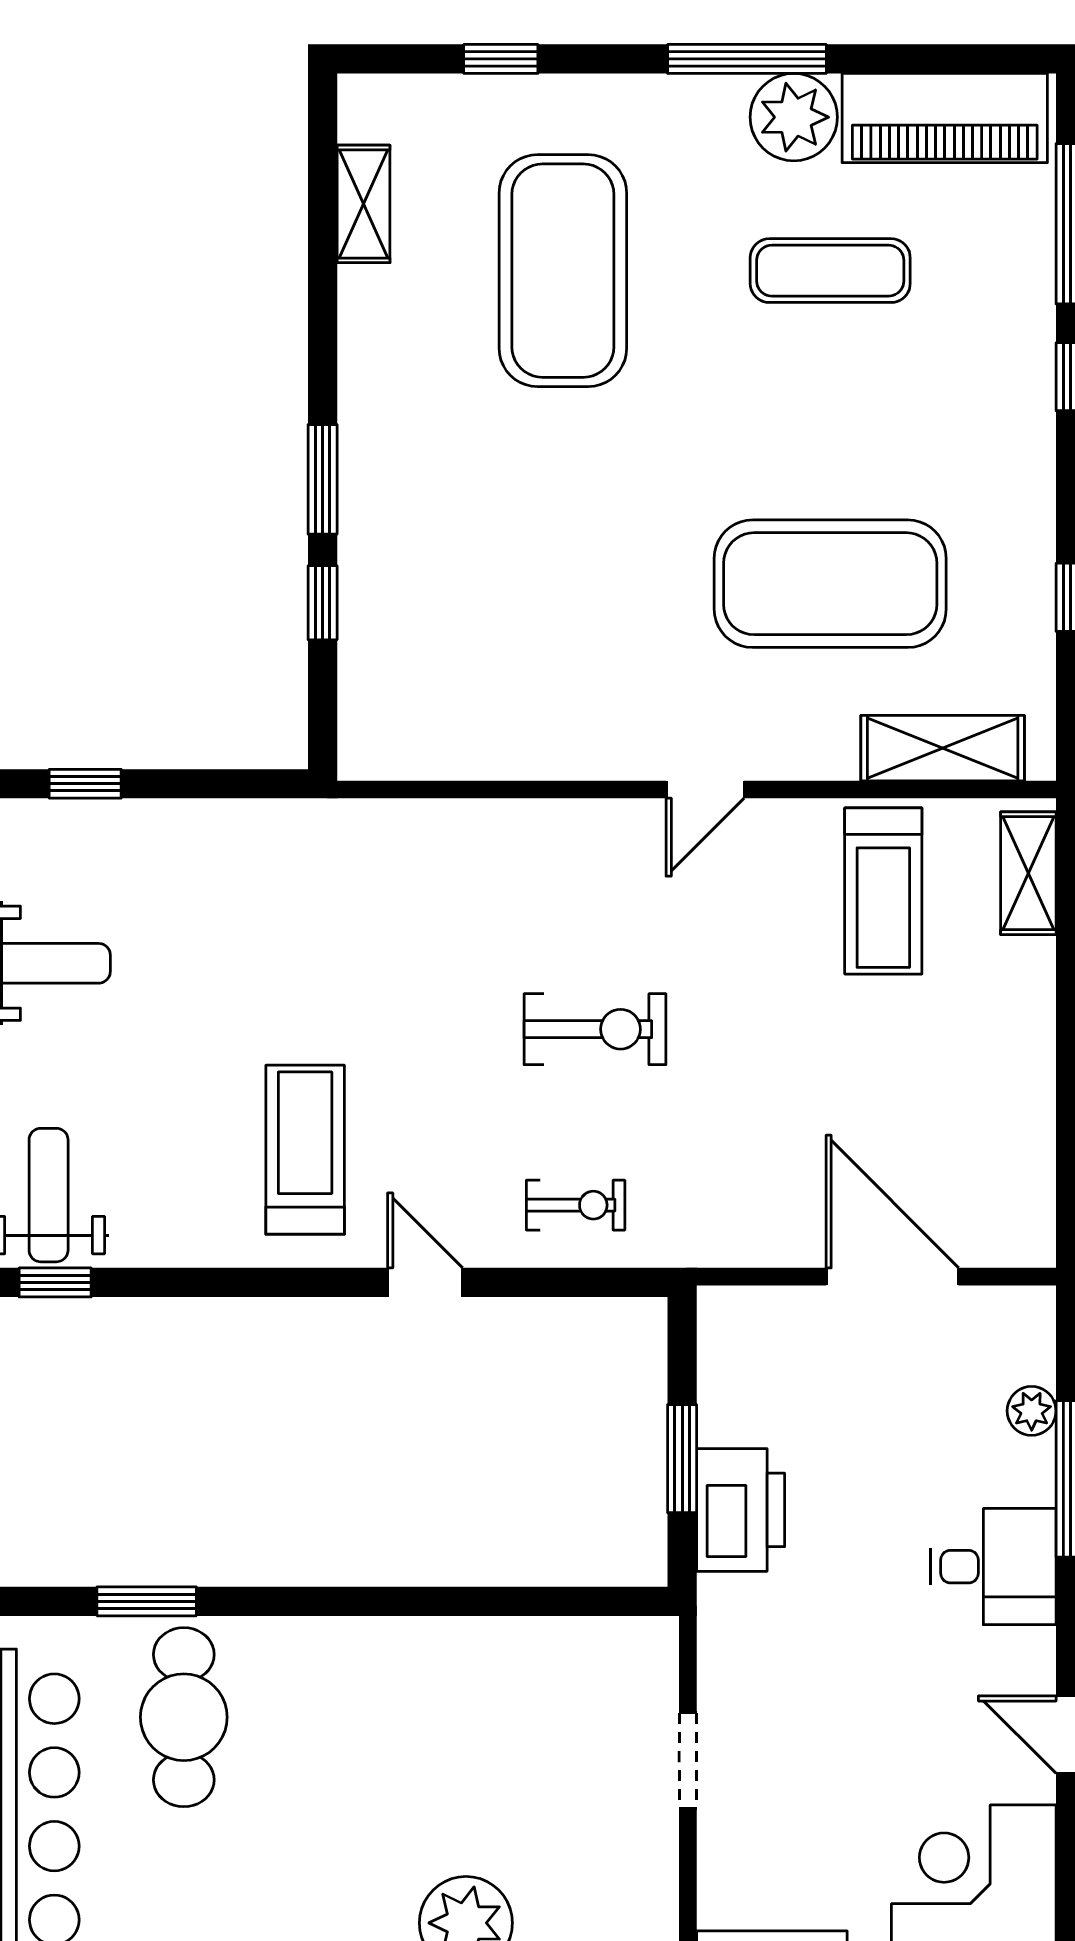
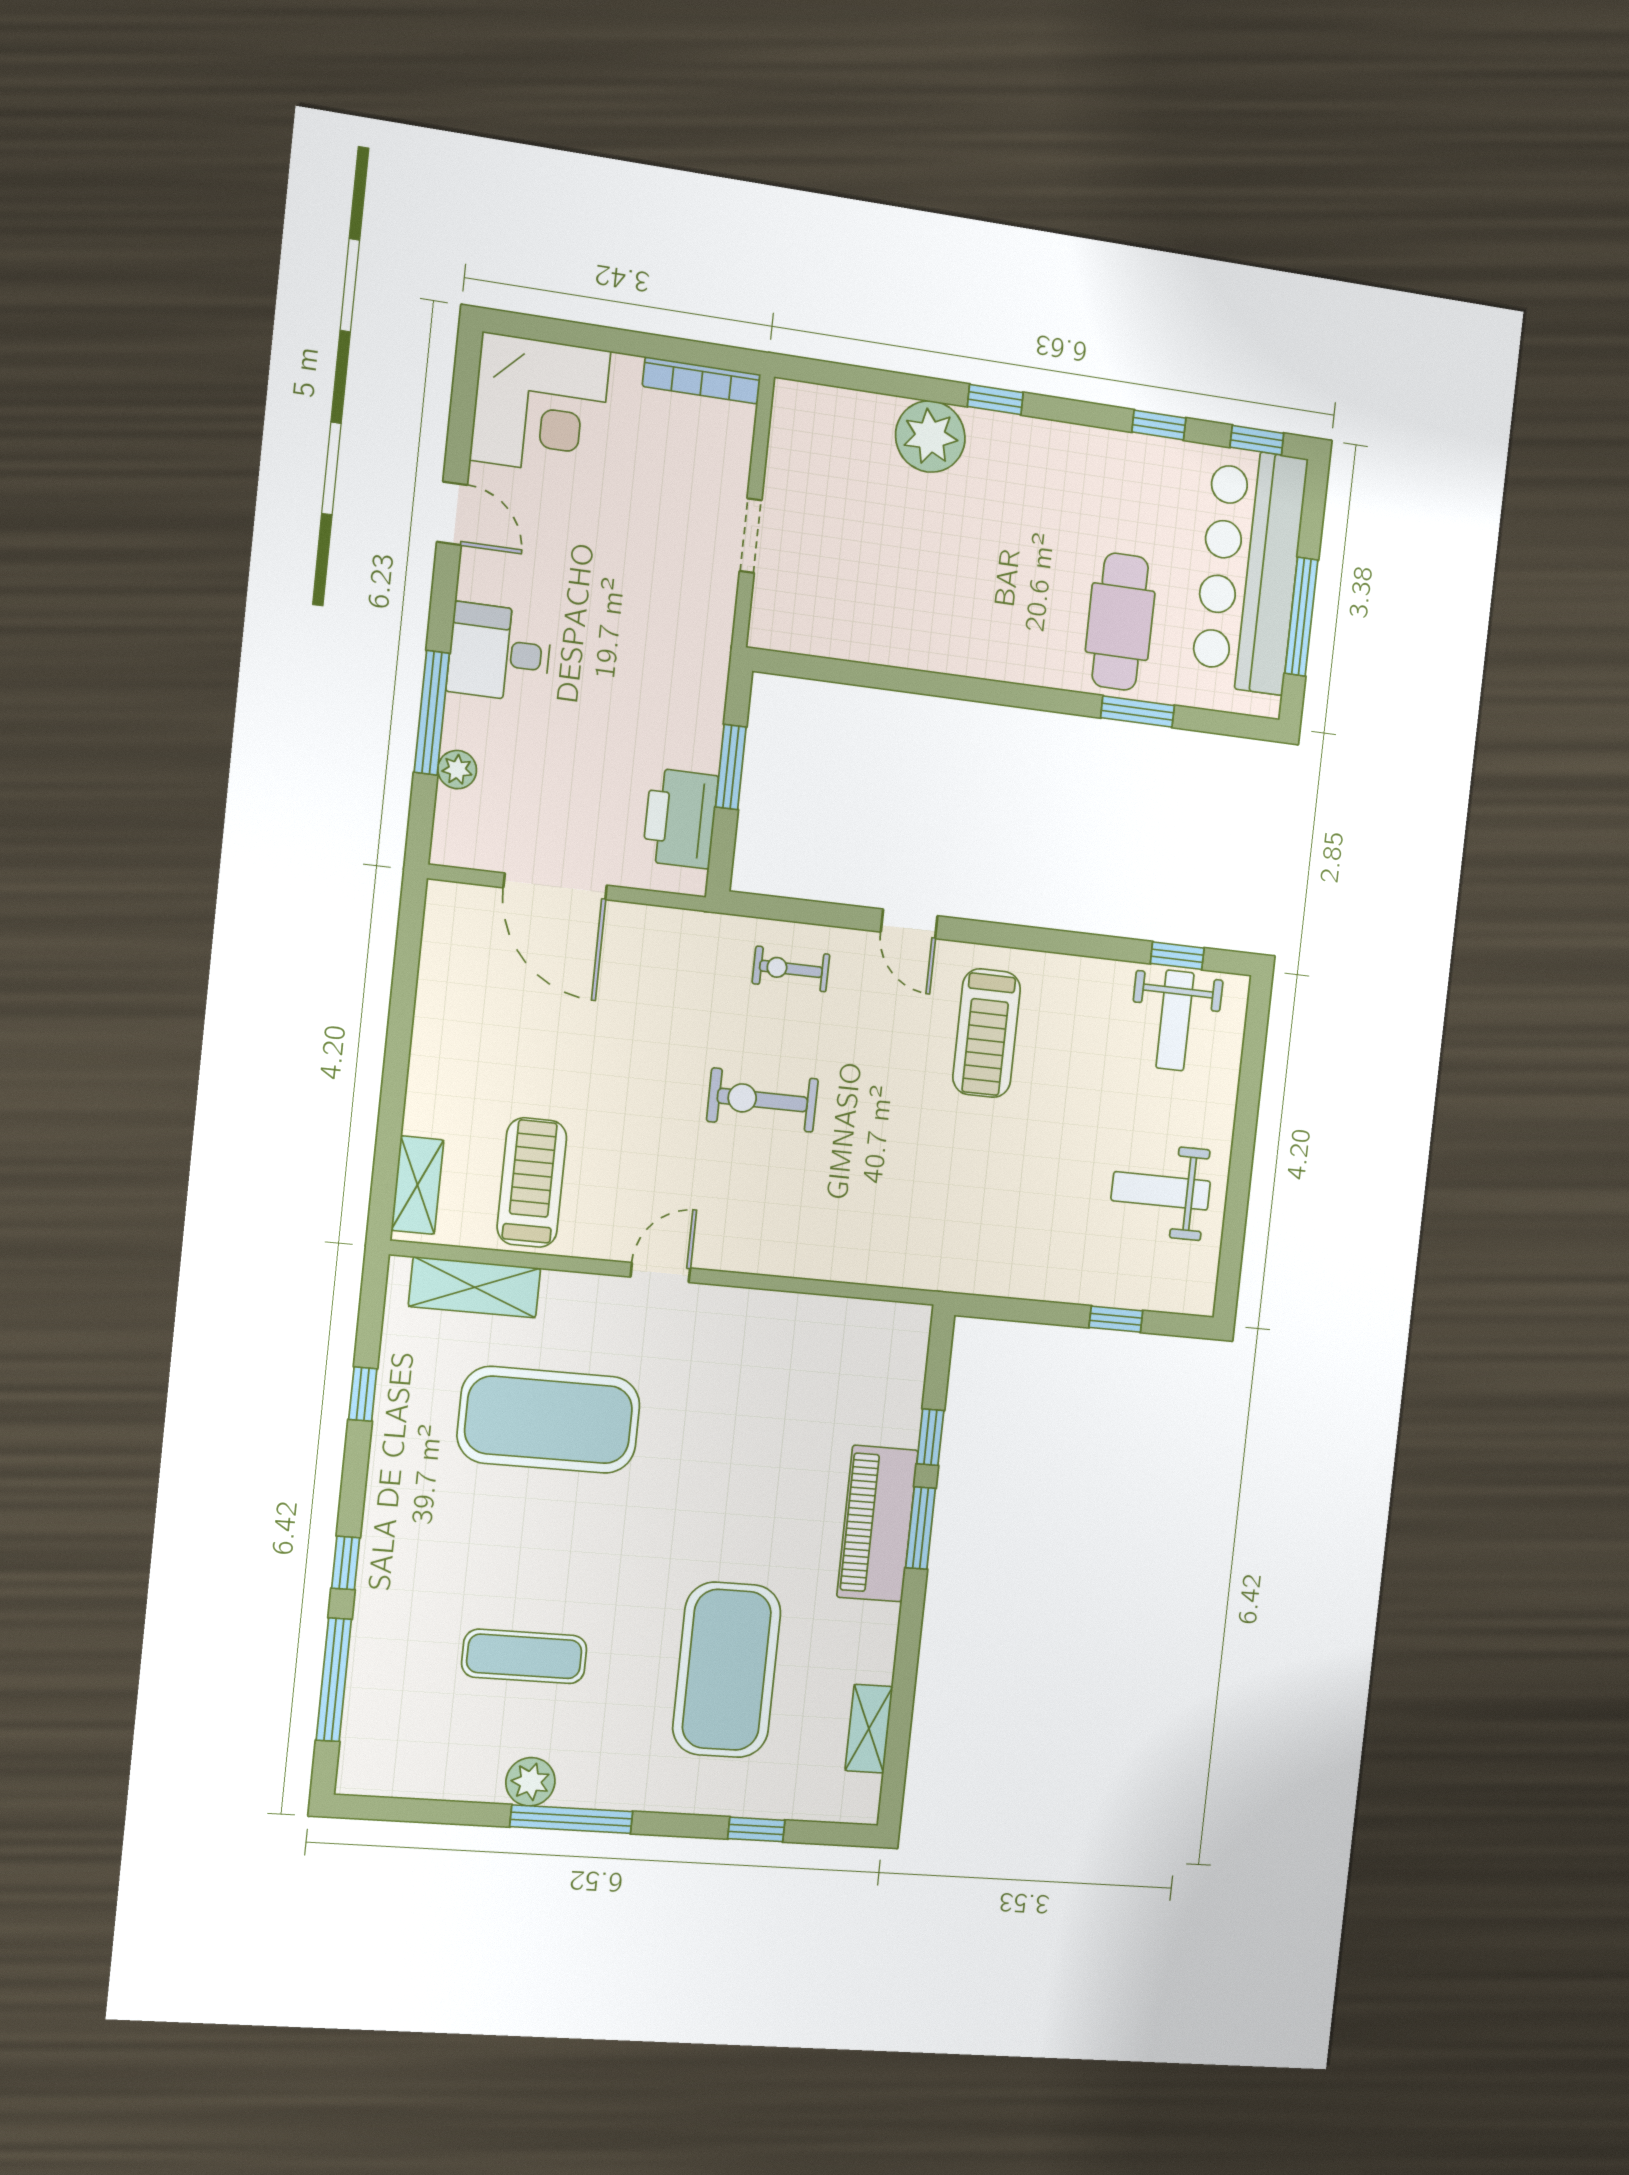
plant: (794, 117) -> (530, 1782), width x0.73, depth x0.73
piano: (945, 118) -> (877, 1524), moved, turned -90
printer: (741, 1510) -> (680, 818), moved

